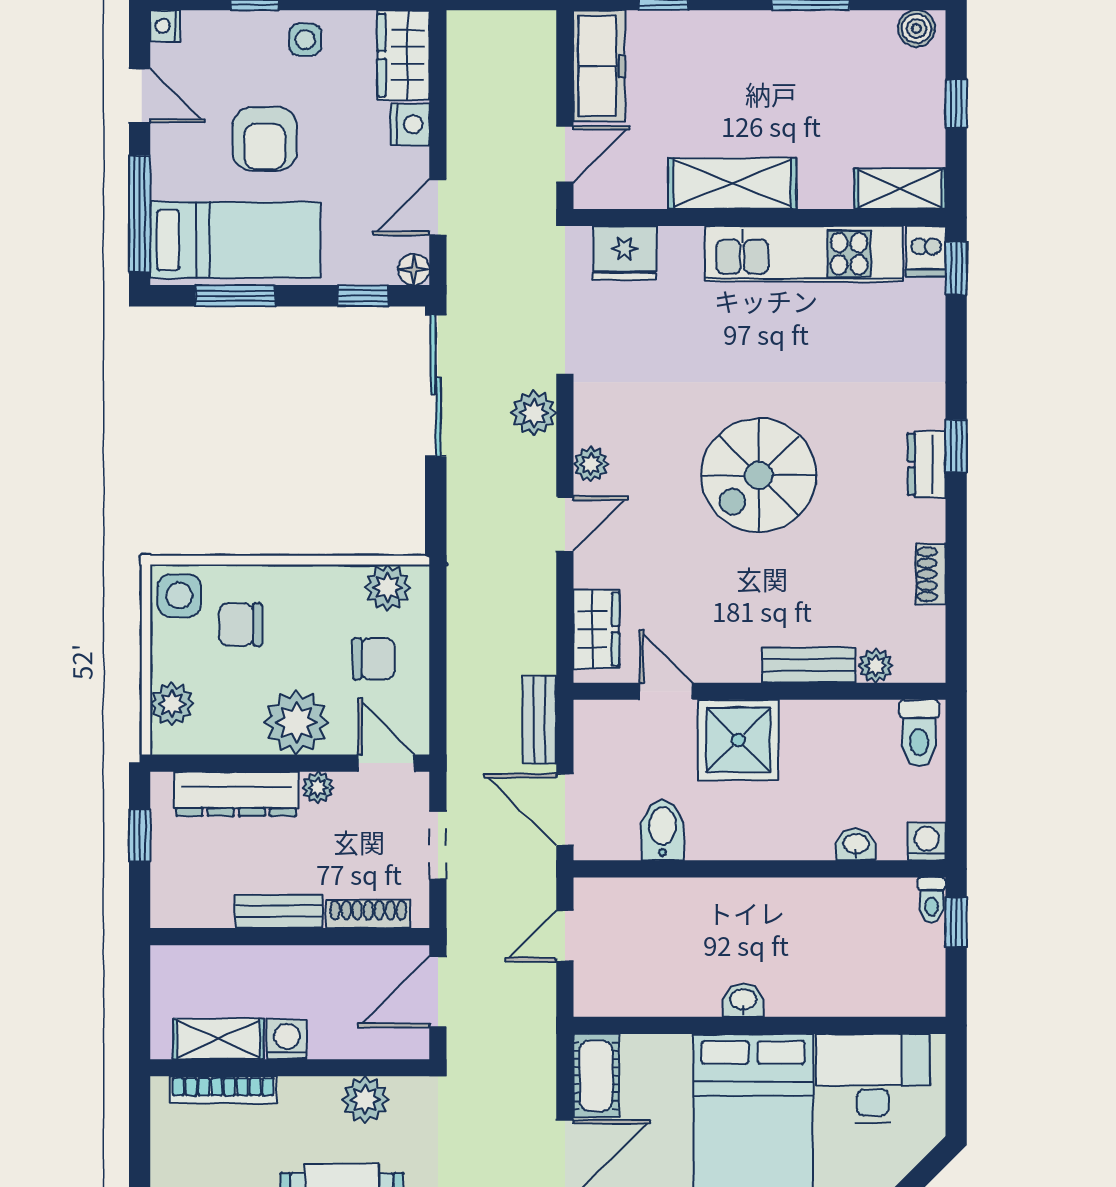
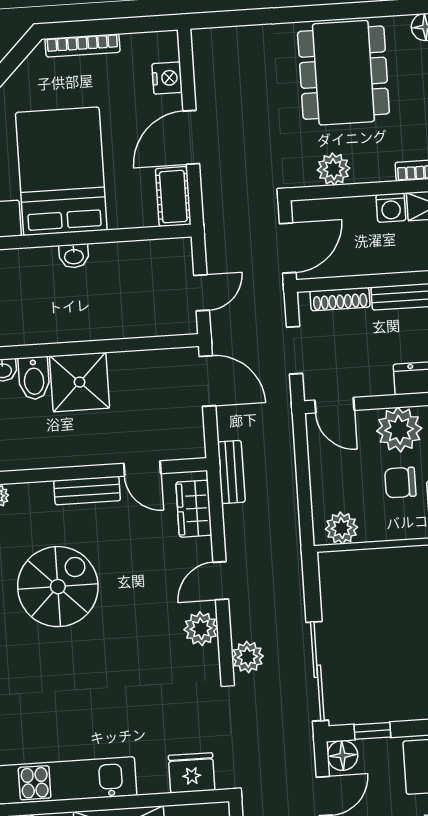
floor lamp: (414, 269) -> (343, 755), width x1.37, depth x1.37
plant: (591, 464) -> (201, 629), width x1.38, depth x1.38
spiral stairs: (759, 475) -> (58, 587), moved
chair: (374, 659) -> (400, 483), moved
bench: (809, 665) -> (87, 491), moved
bench: (539, 720) -> (231, 472), moved
shower: (738, 740) -> (80, 382), moved
plant: (318, 787) -> (381, 385), removed
bidet: (663, 830) -> (34, 378), moved

